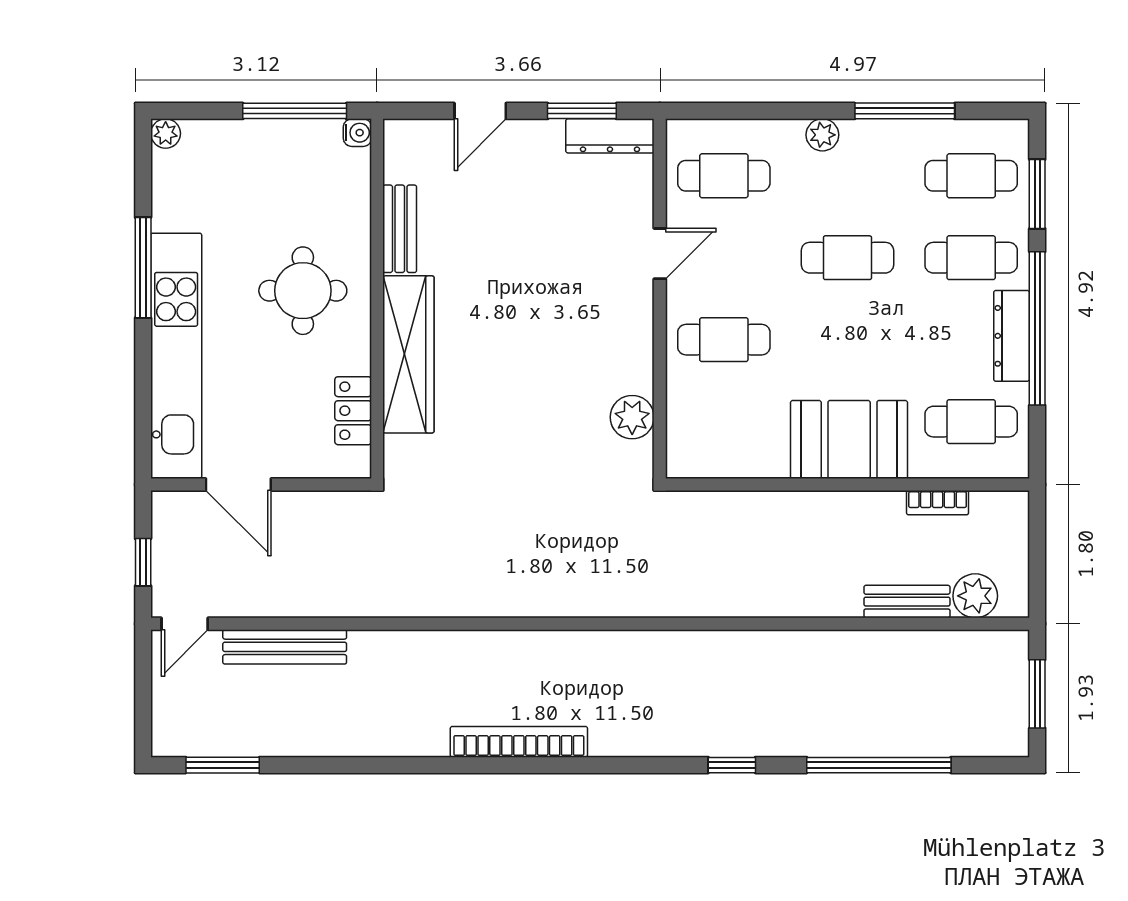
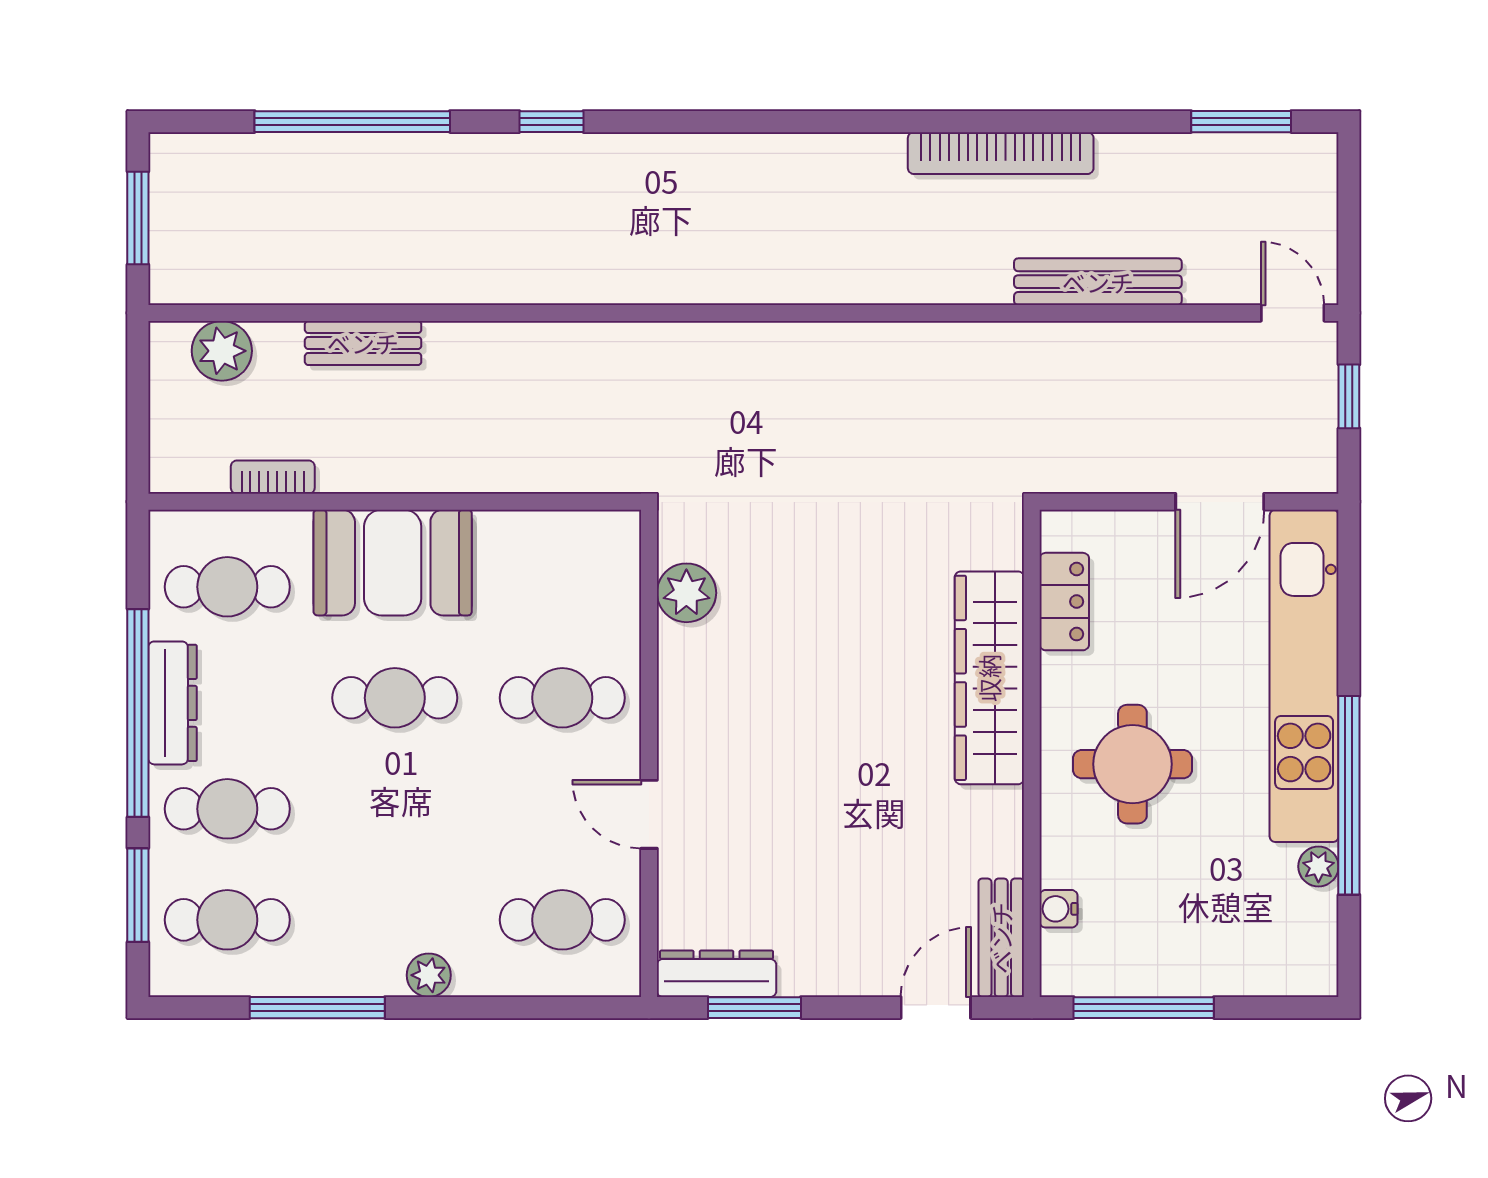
door: (480, 111) -> (936, 1008), moved
plant: (166, 133) -> (1318, 866), moved
water cooler: (357, 133) -> (1059, 909), moved
bench: (400, 229) -> (1001, 938), moved
door: (660, 254) -> (649, 814), hinge flipped
cafe table: (847, 258) -> (395, 698), moved
window: (143, 268) -> (1349, 795), width x1.46
door: (238, 484) -> (1220, 502), swing flipped
bench: (907, 602) -> (363, 343), moved
door: (185, 624) -> (1293, 313), hinge flipped
bench: (285, 647) -> (1098, 282), moved
bookcase: (519, 742) -> (1001, 153), moved

